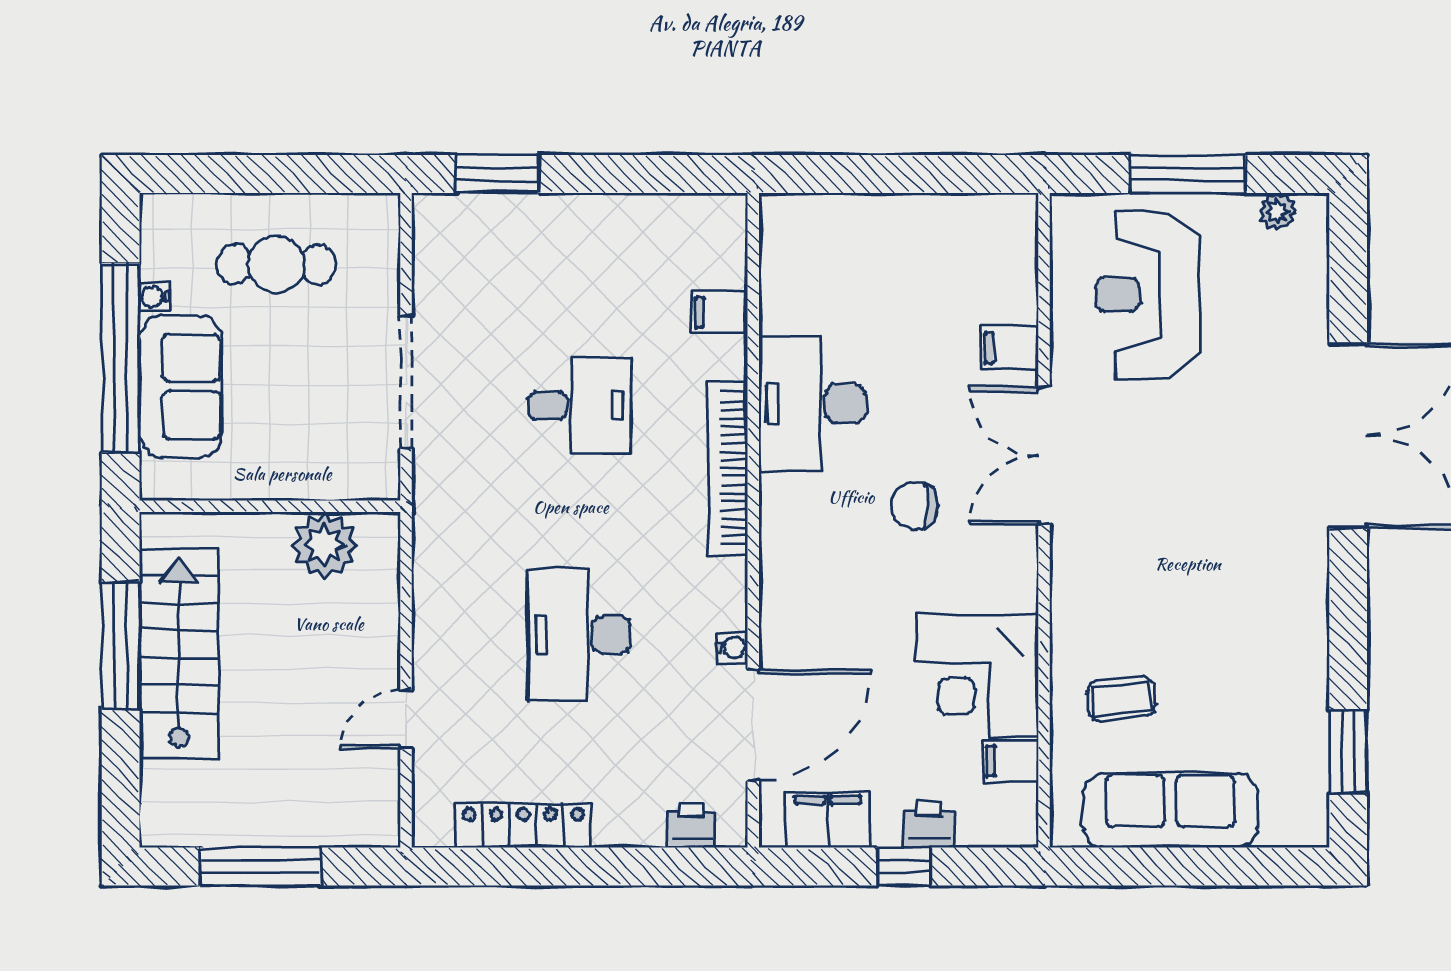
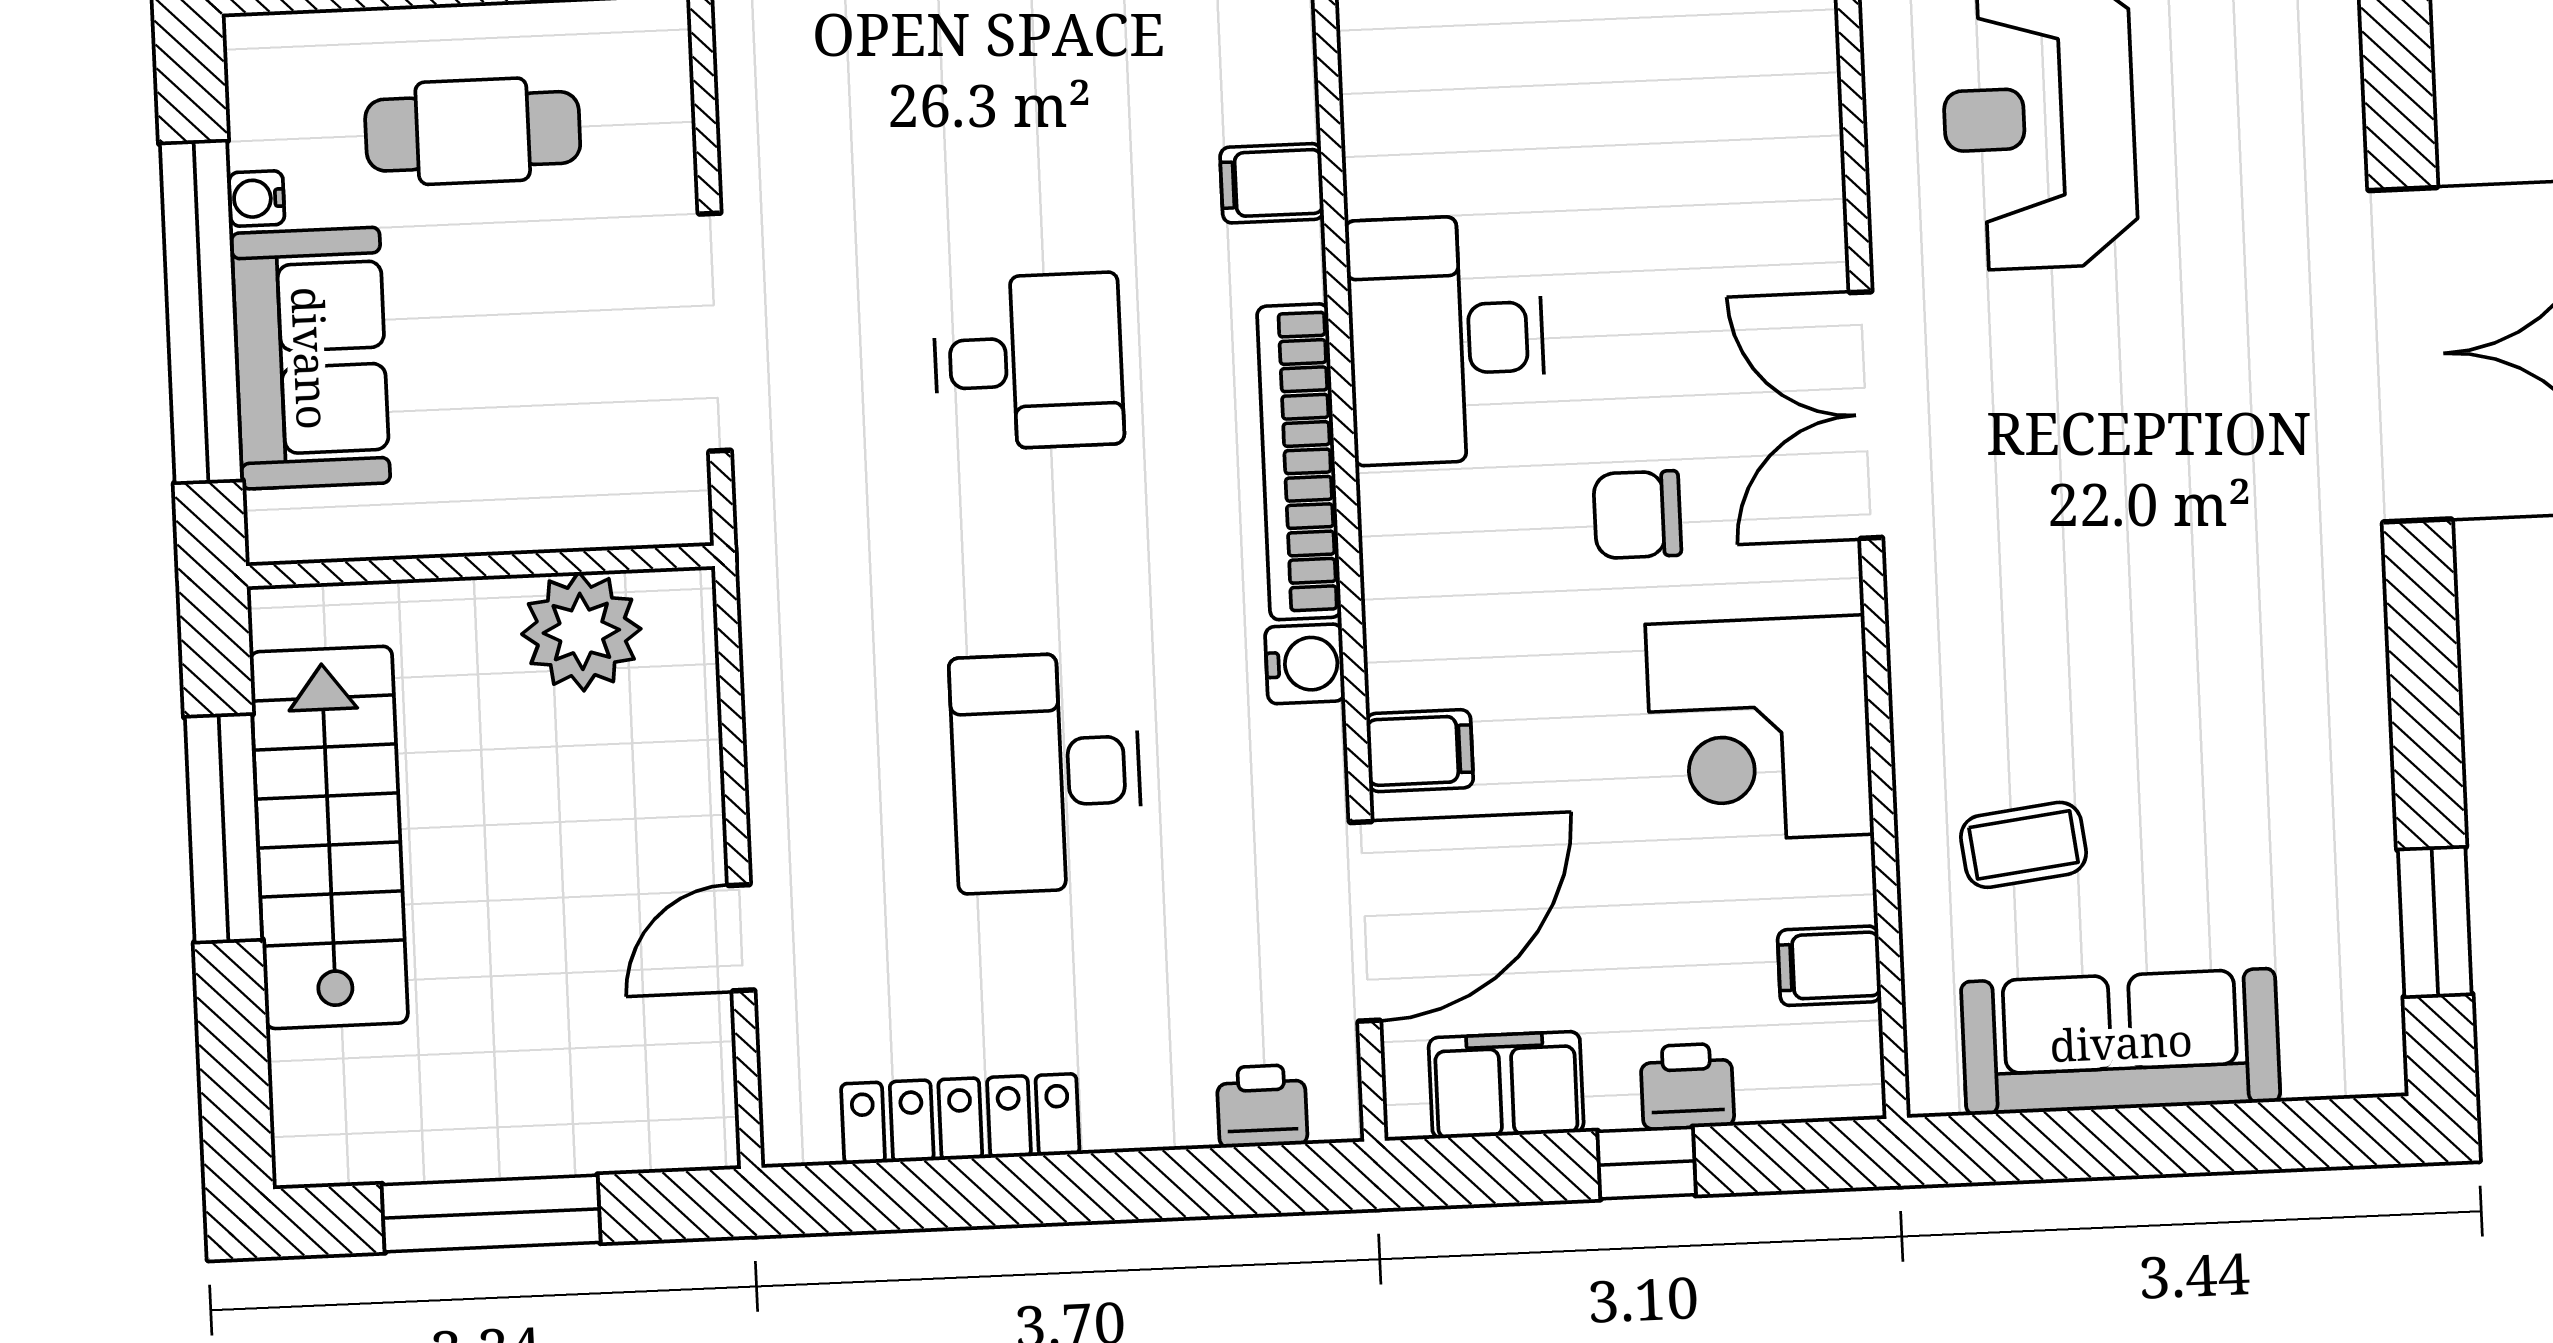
filing cabinet: (1009, 348) -> (1420, 751), moved, turned 180
water cooler: (732, 648) -> (1305, 664), moved, width x1.38, depth x1.38
corner desk: (977, 675) -> (1760, 729), moved

